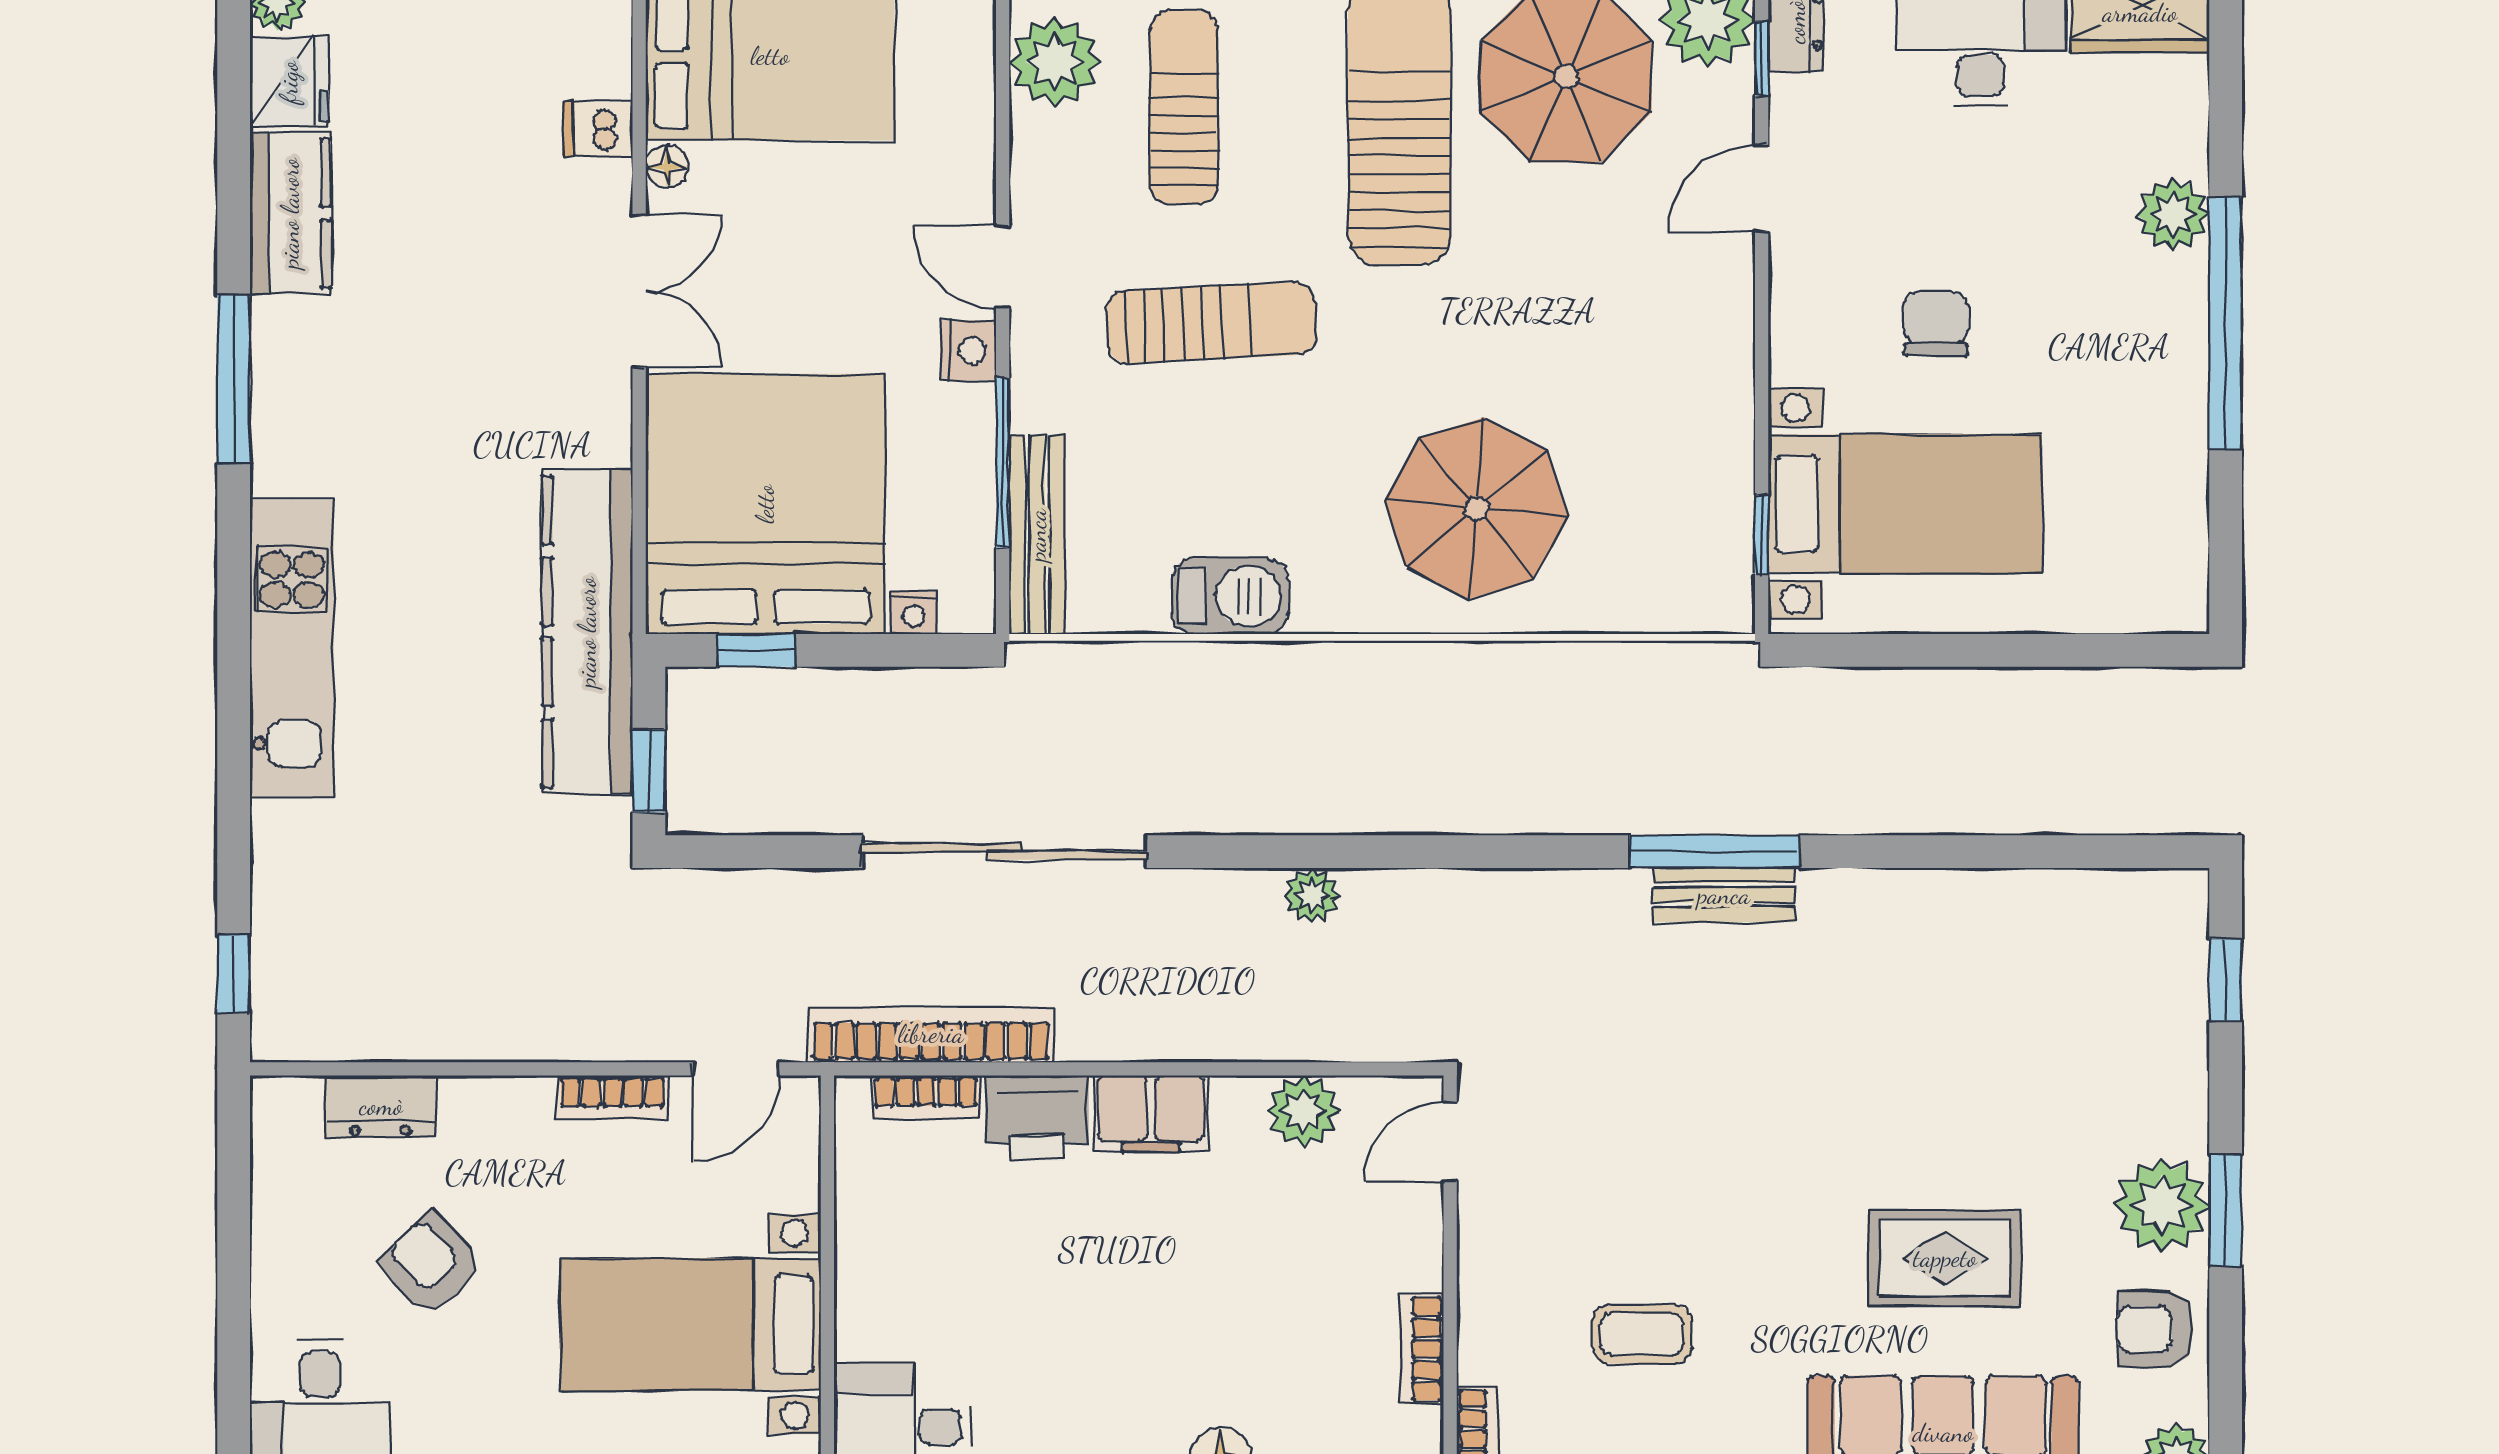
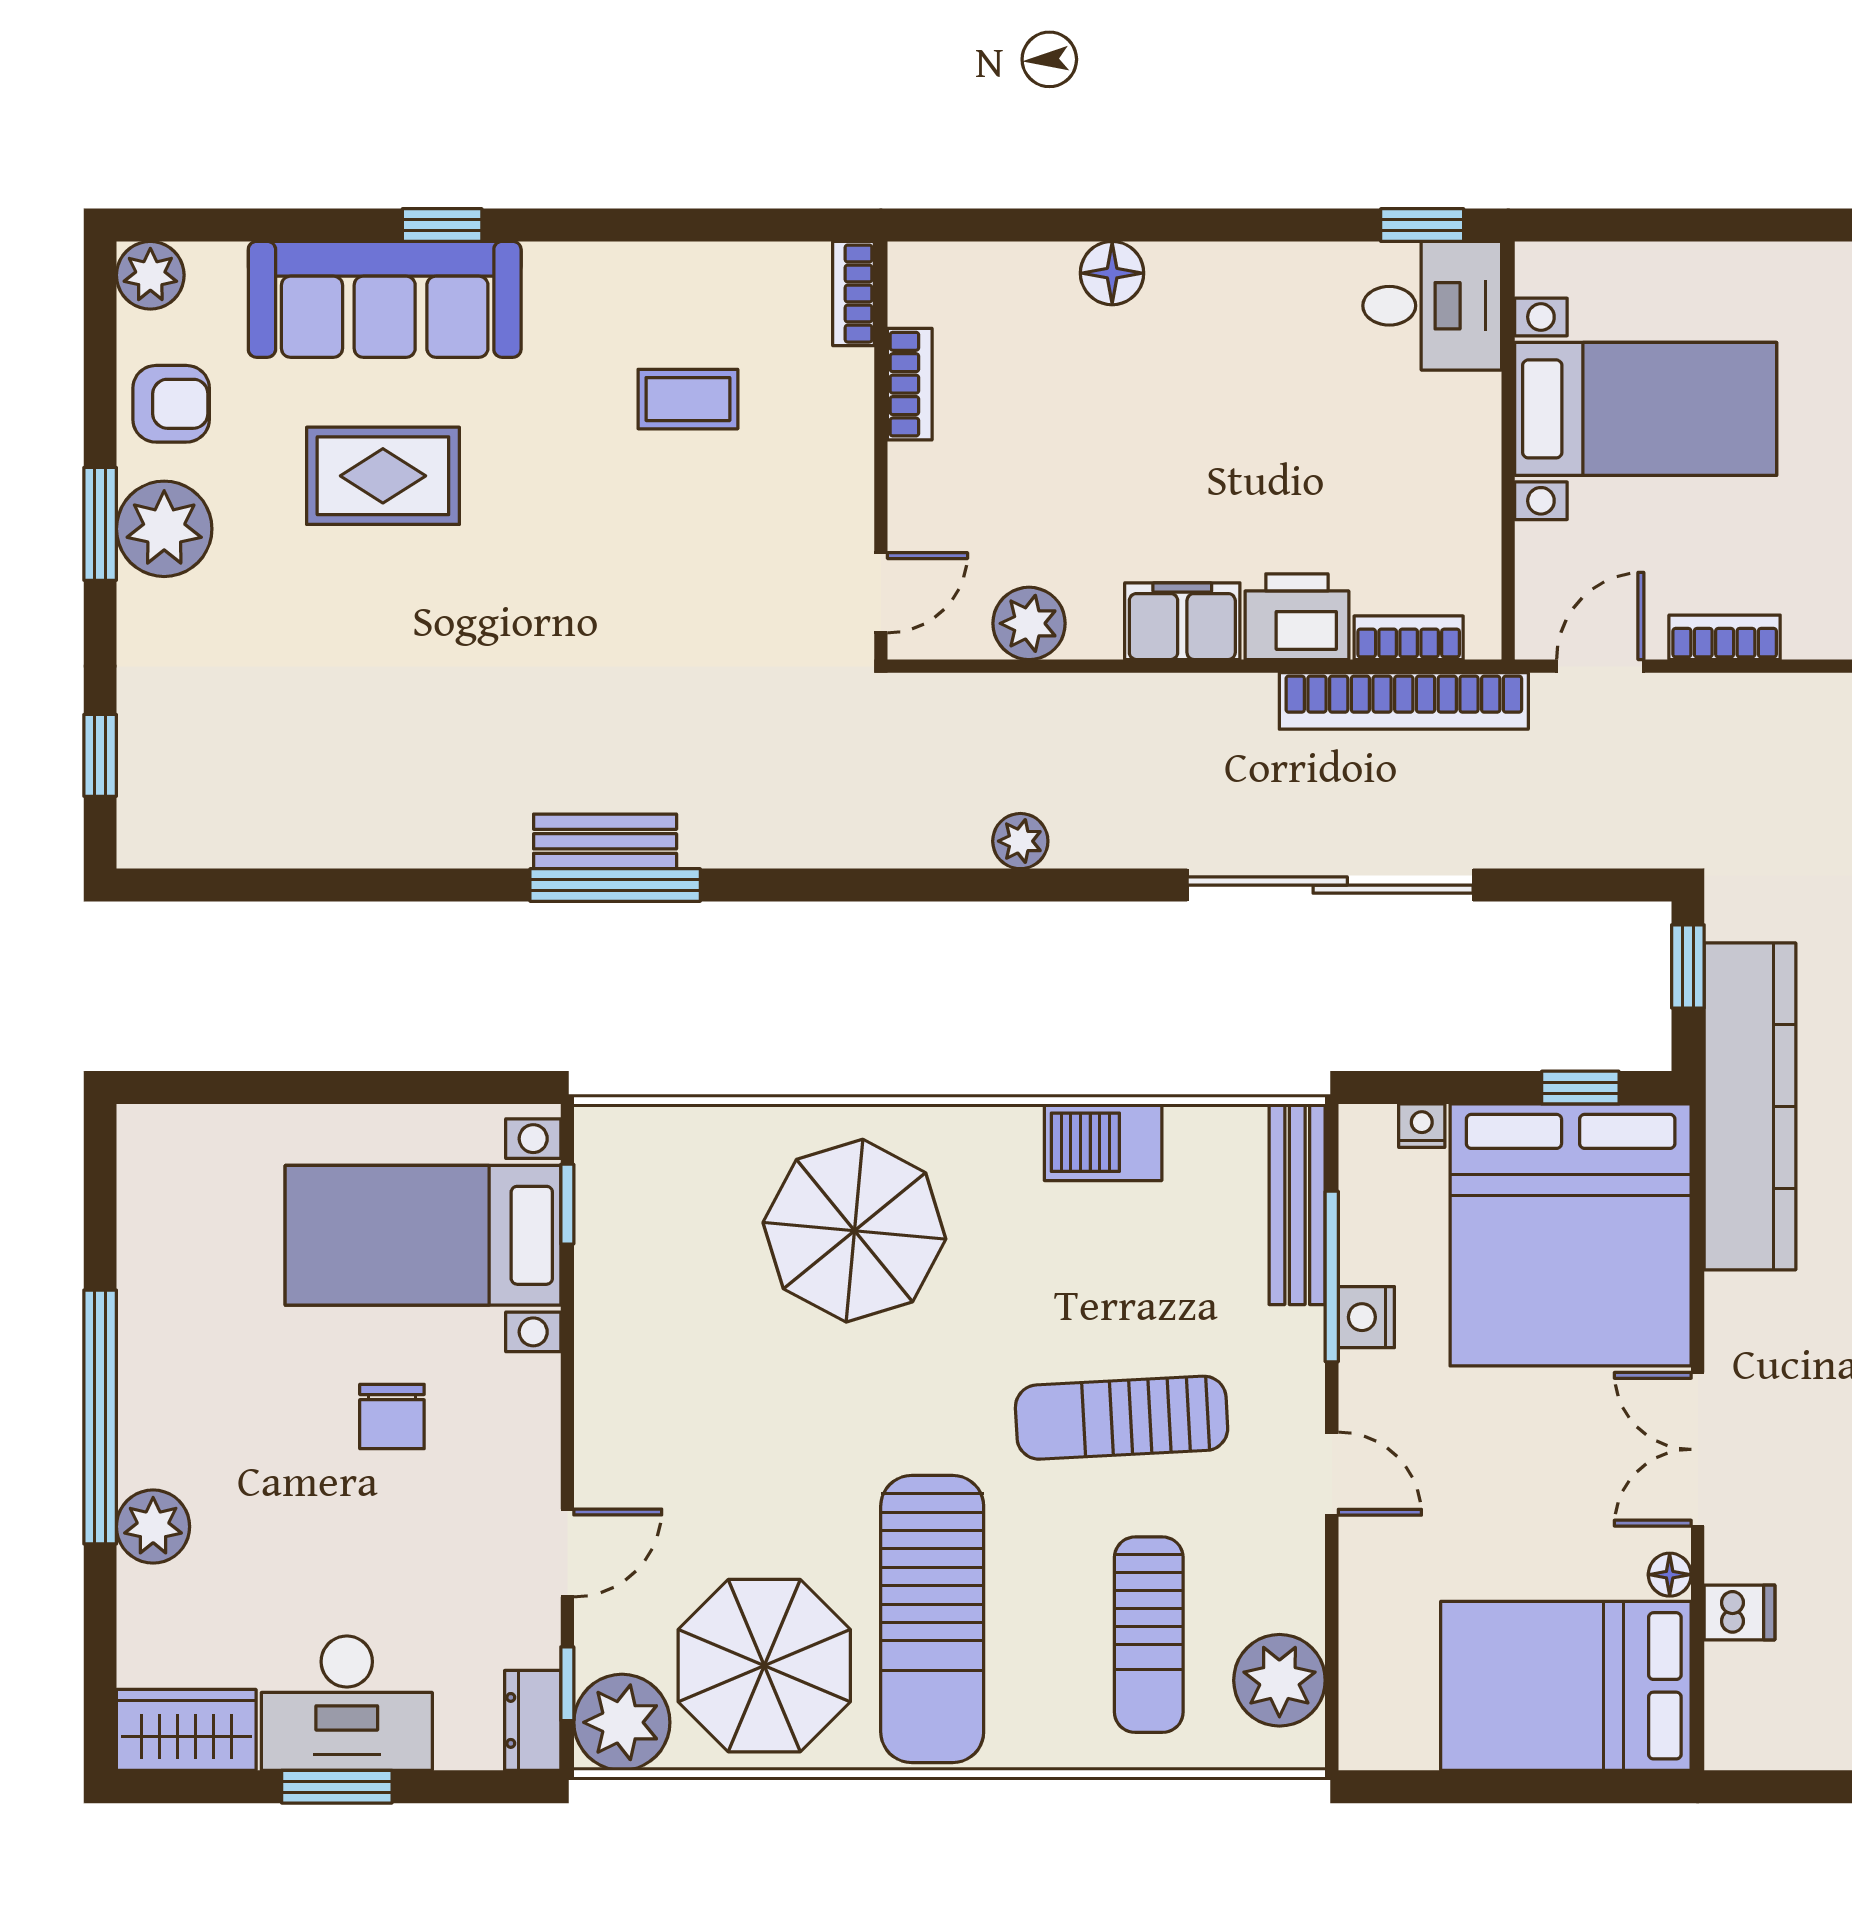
nightstand: (968, 350) -> (1366, 1317), moved

